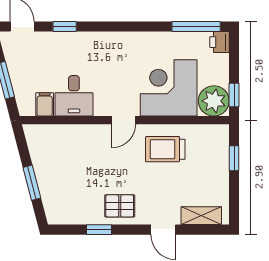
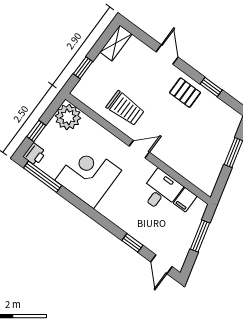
corner desk: (169, 88) -> (88, 175), moved, turned 180
window: (234, 95) -> (36, 131), moved
shelving: (201, 216) -> (116, 43), moved, turned 90

